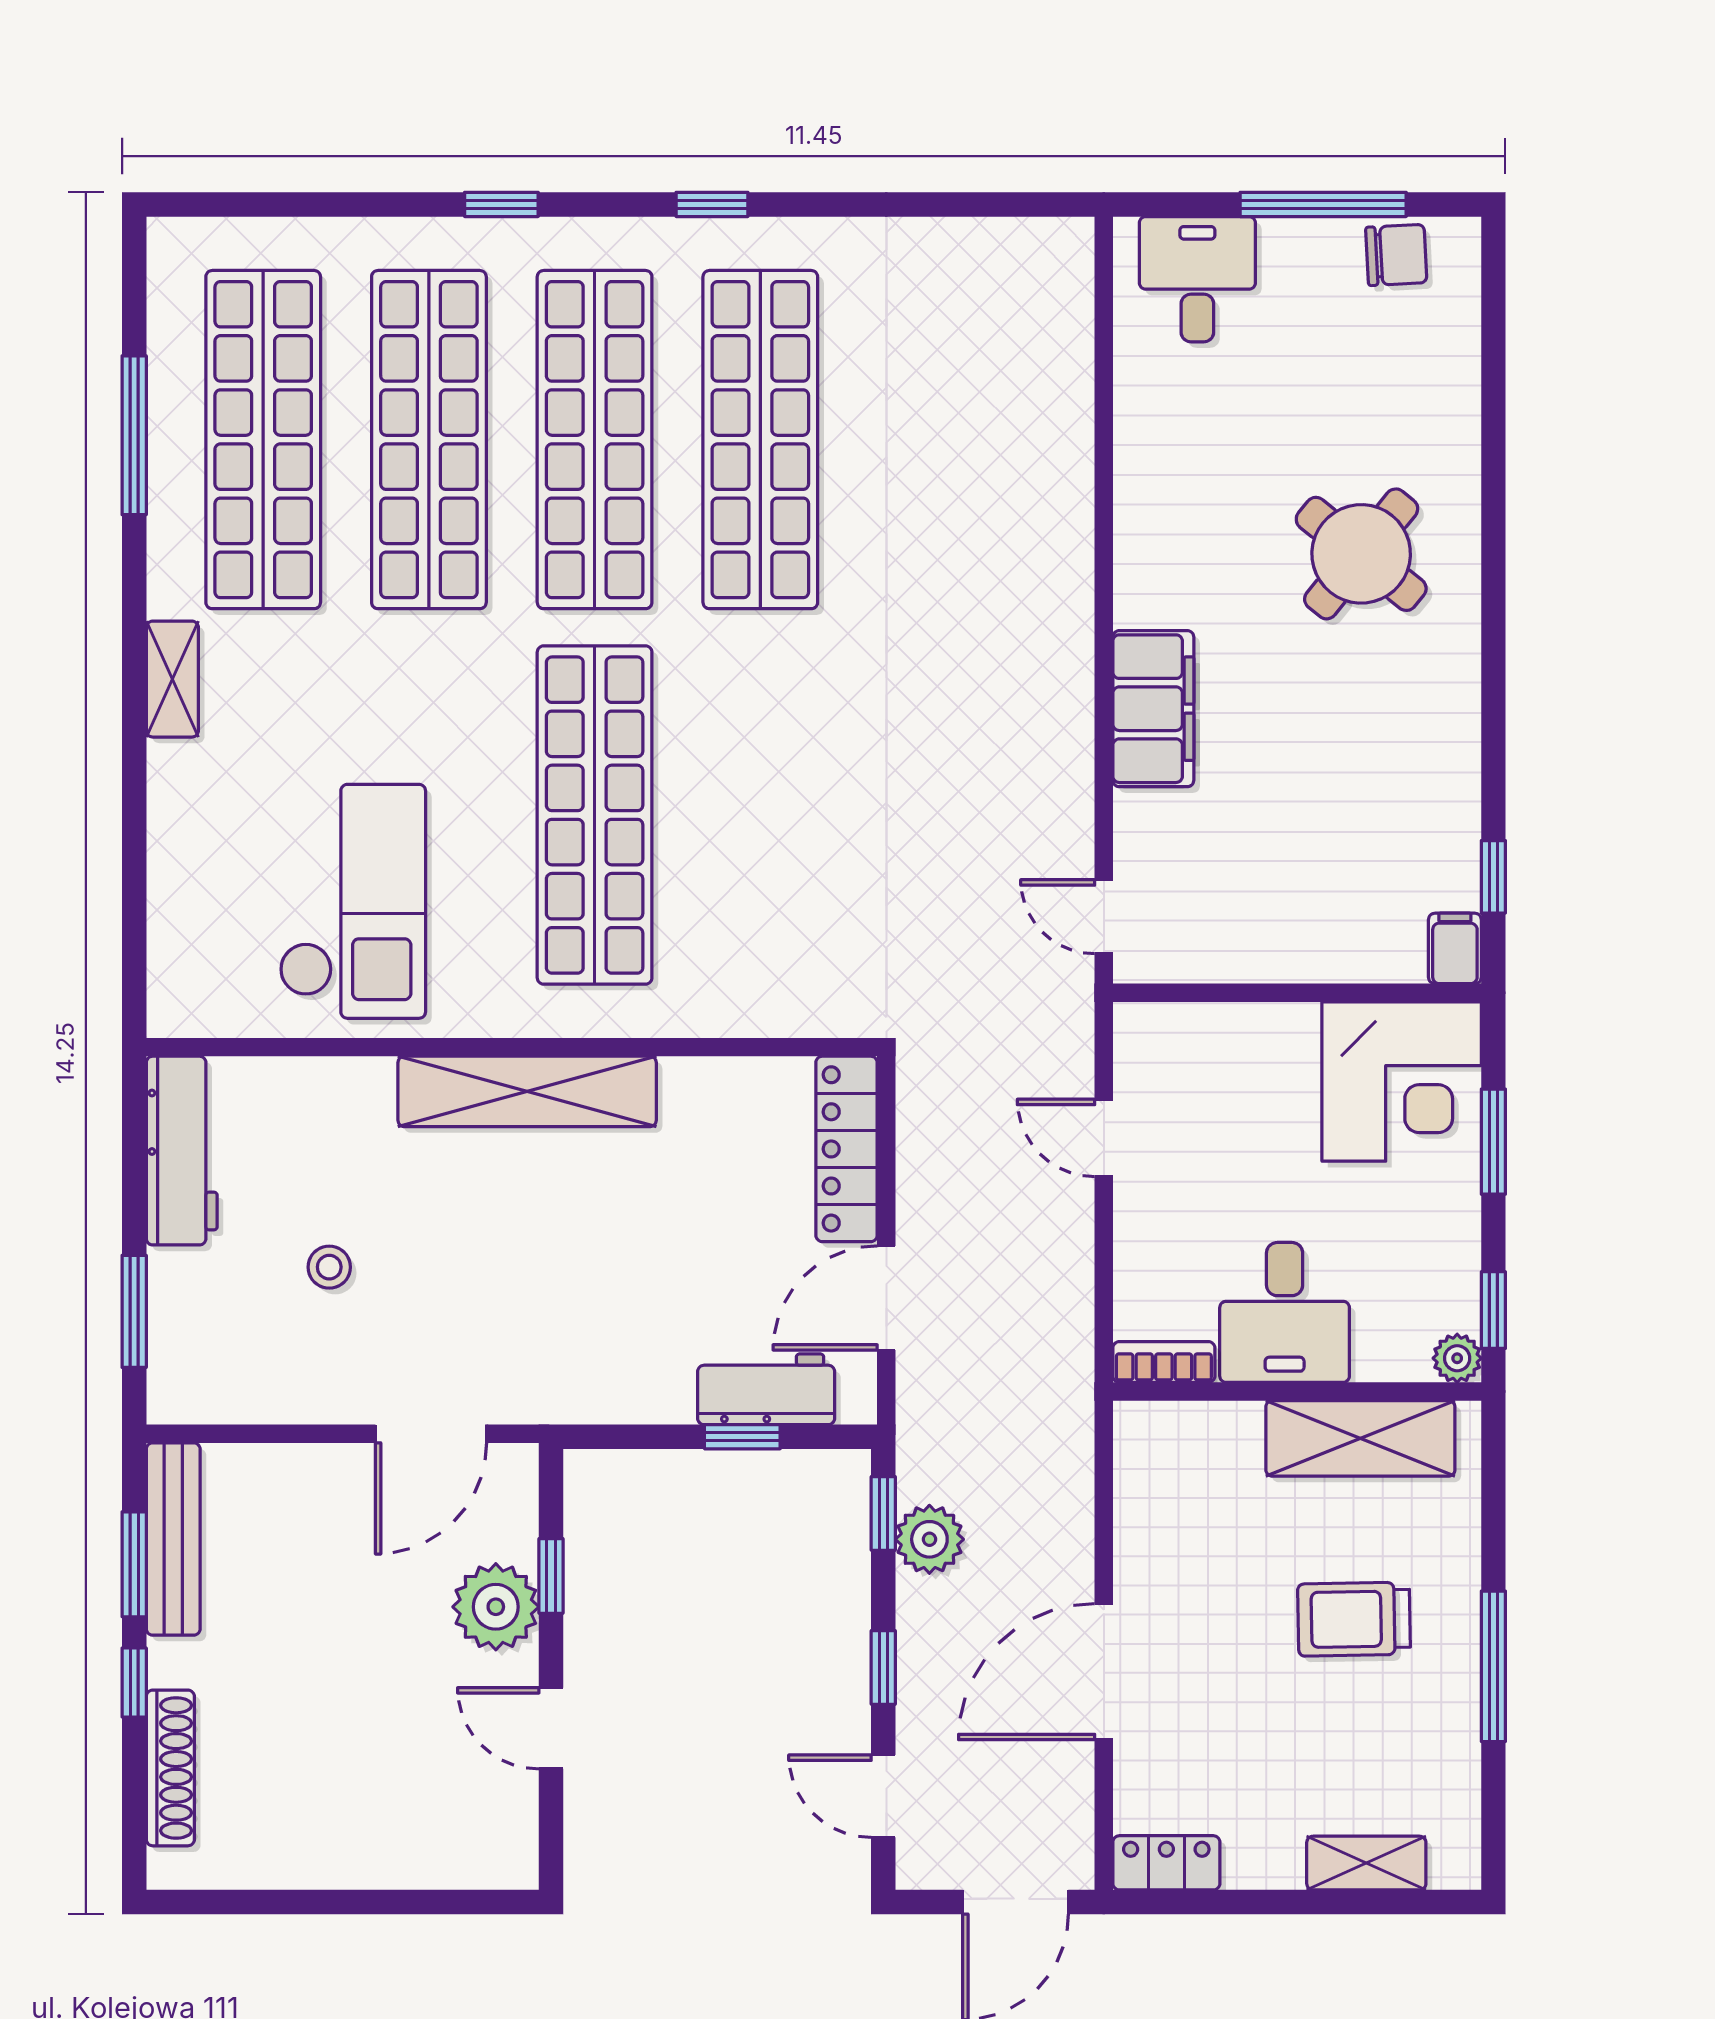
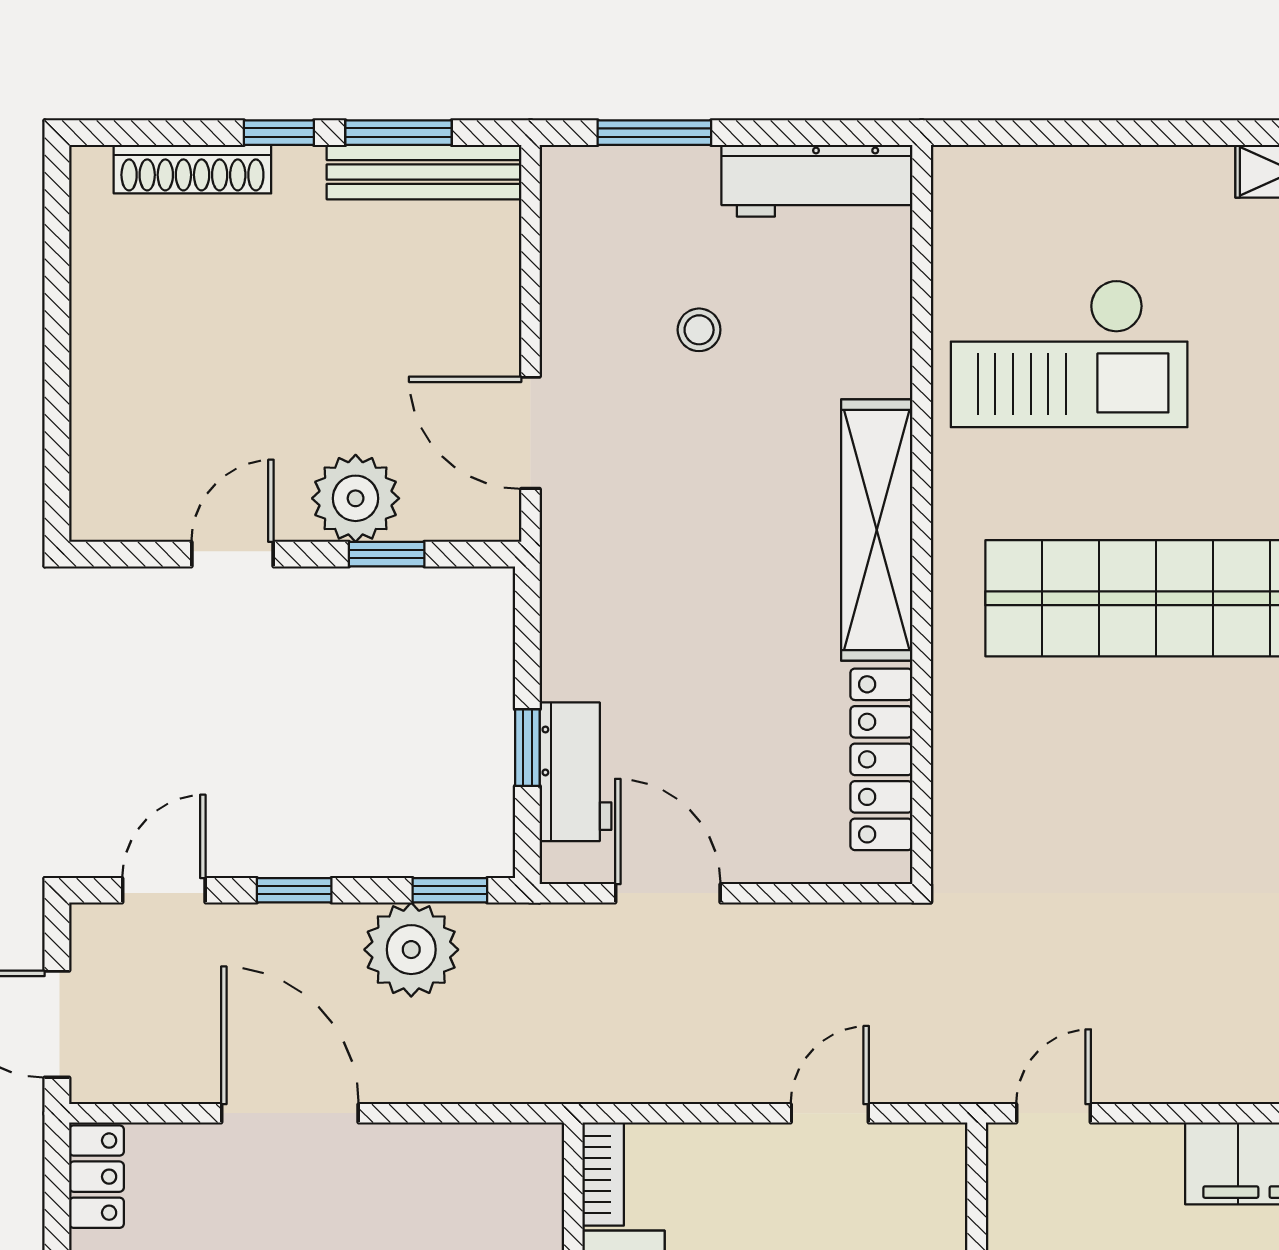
locker: (847, 1149) -> (881, 759), moved, turned -90
plant: (929, 1539) -> (411, 950), width x1.36, depth x1.36

